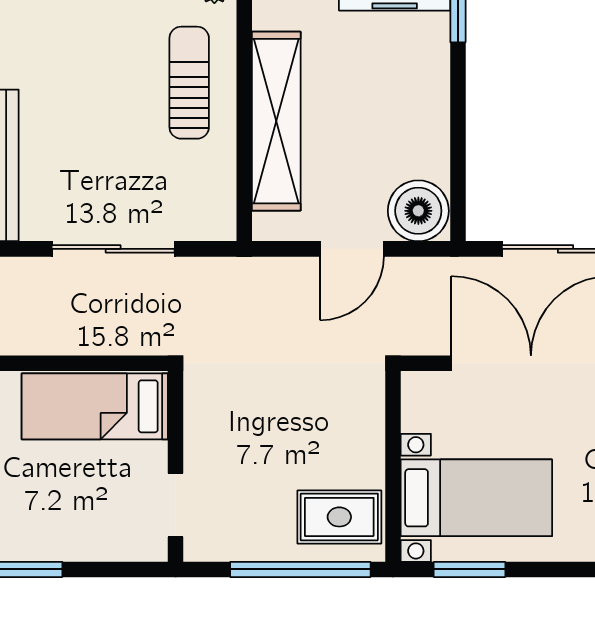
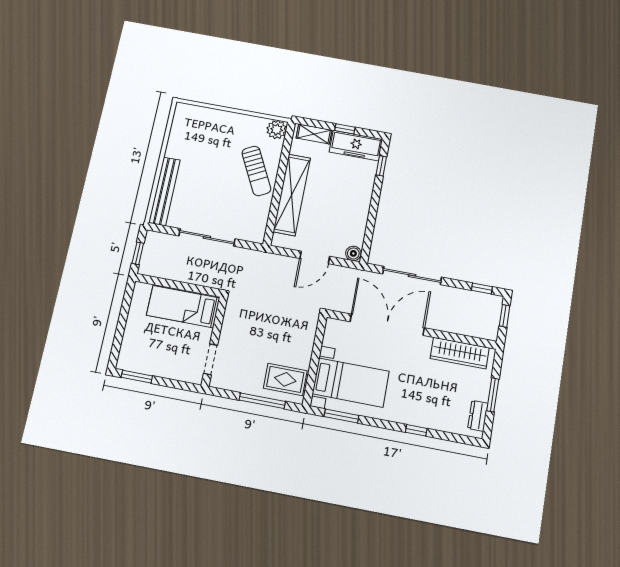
sun lounger: (189, 83) -> (256, 171), turned 153
boiler: (418, 211) -> (353, 253), width x0.54, depth x0.54
window: (300, 569) -> (262, 401), width x0.68

